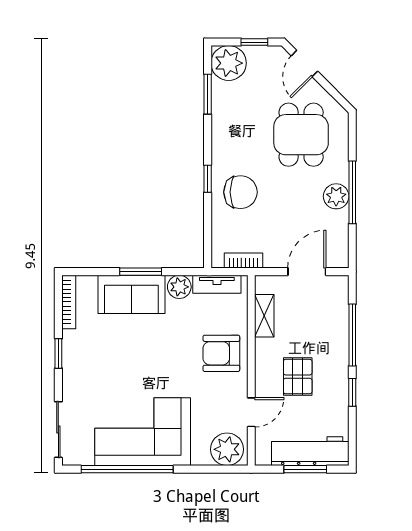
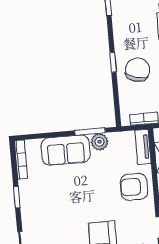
chair: (240, 192) -> (138, 70), turned -75
window: (141, 272) -> (90, 132), moved
tv unit: (217, 284) -> (143, 147), moved, turned 90

